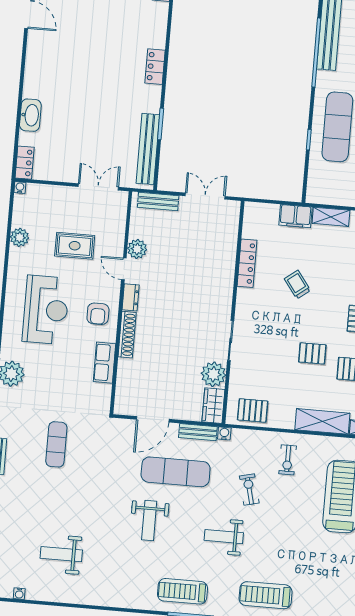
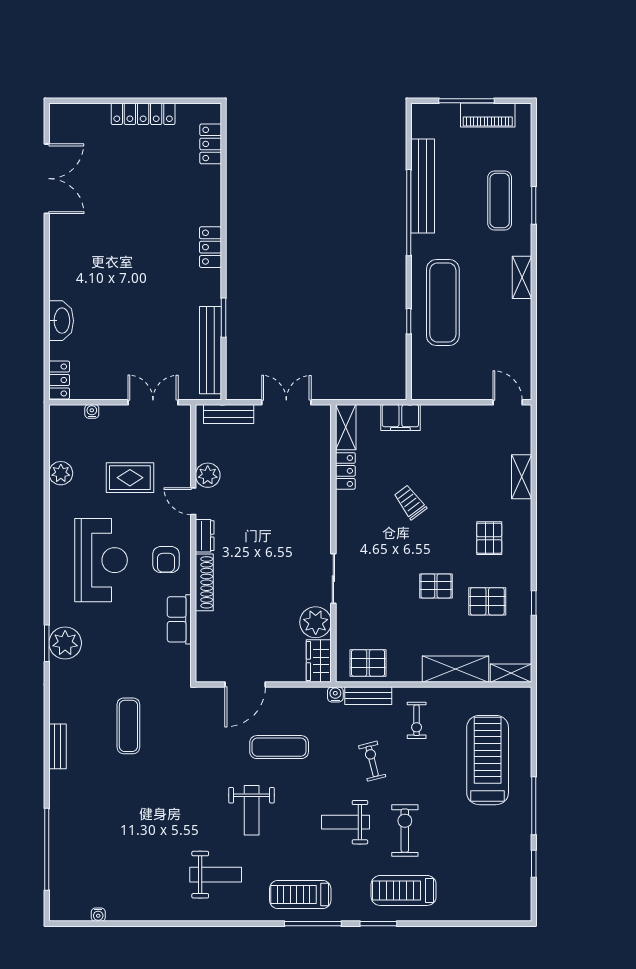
water cooler: (20, 188) -> (92, 411), moved
shelving: (331, 217) -> (346, 427), moved, turned 90
locker: (247, 263) -> (345, 471), width x0.66
bench: (198, 432) -> (368, 696), moved
exercise mat: (176, 472) -> (279, 747), width x0.73, depth x0.69
exercise bike: (271, 547) -> (405, 831), added
weight bench: (61, 554) -> (216, 875), moved, turned 180

